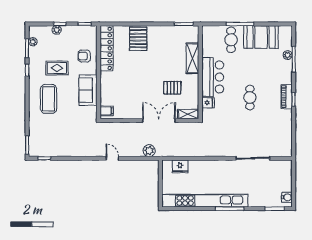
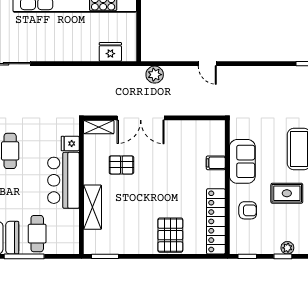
filing cabinet: (107, 111) -> (216, 163), moved

